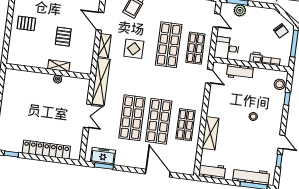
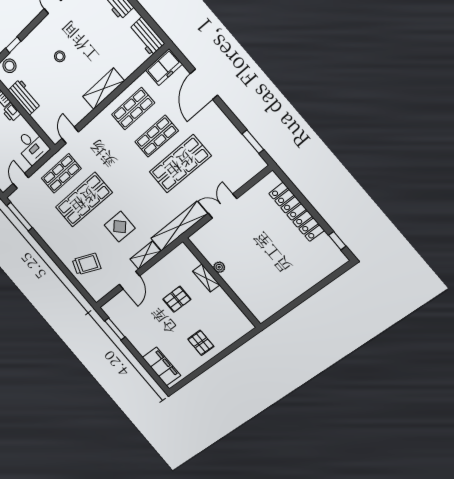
workbench: (240, 72) -> (25, 97), moved
shop shelf: (159, 121) -> (156, 136), width x0.70, depth x0.74
shelving: (210, 133) -> (103, 89), moved
freezer: (103, 156) -> (164, 67), moved, turned -90

